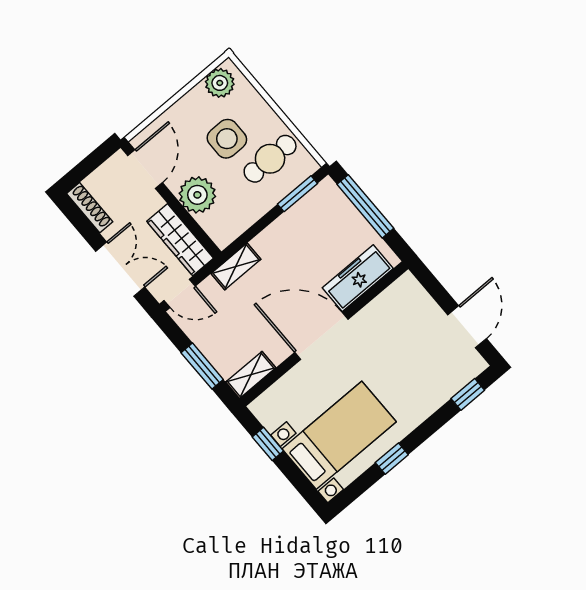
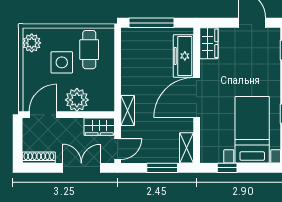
door: (145, 169) -> (43, 115), hinge flipped
window: (298, 194) -> (118, 51), removed
wardrobe: (180, 240) -> (99, 127), width x0.67
wardrobe: (399, 296) -> (209, 43), added

